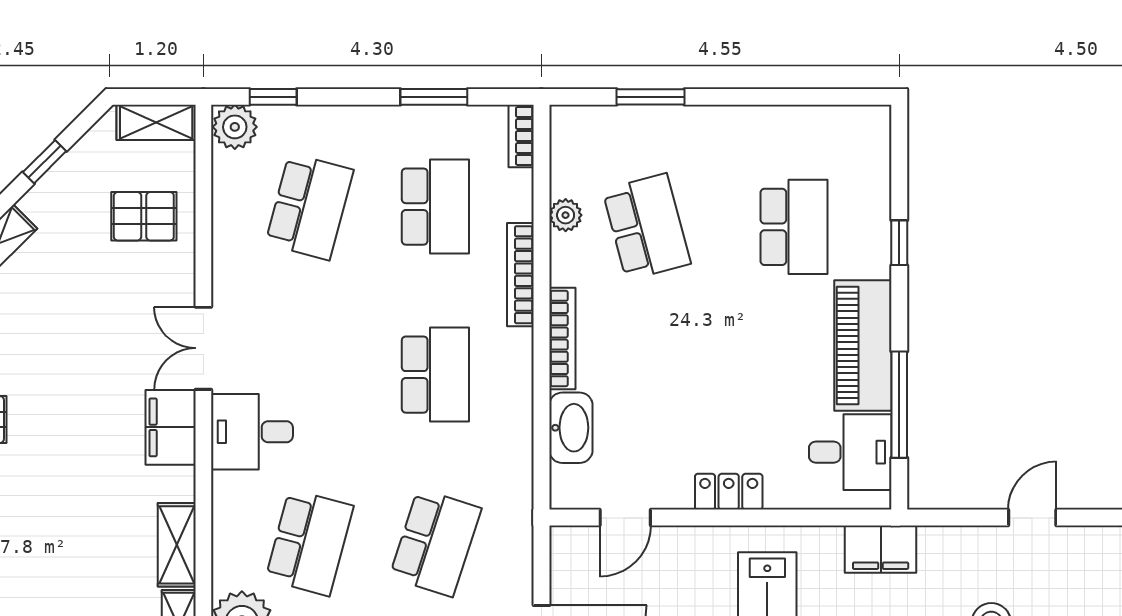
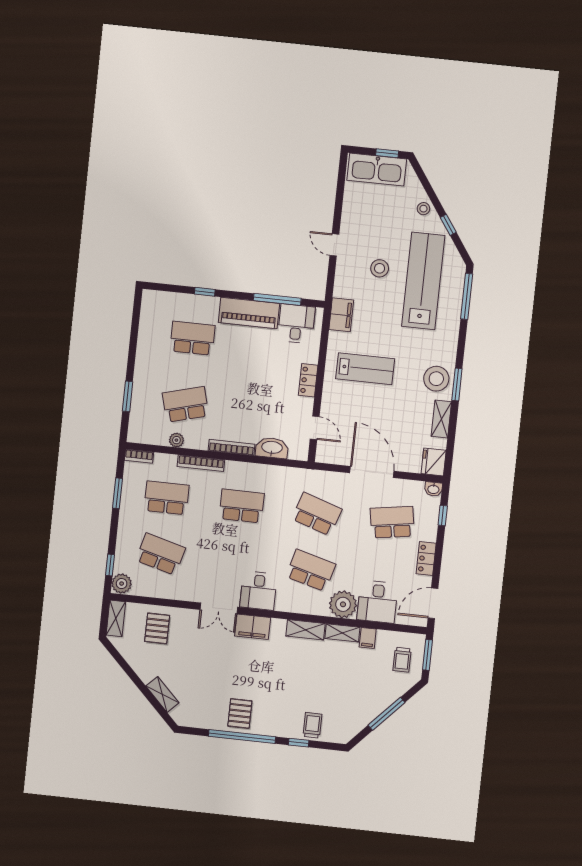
window: (45, 162) -> (128, 670), removed

